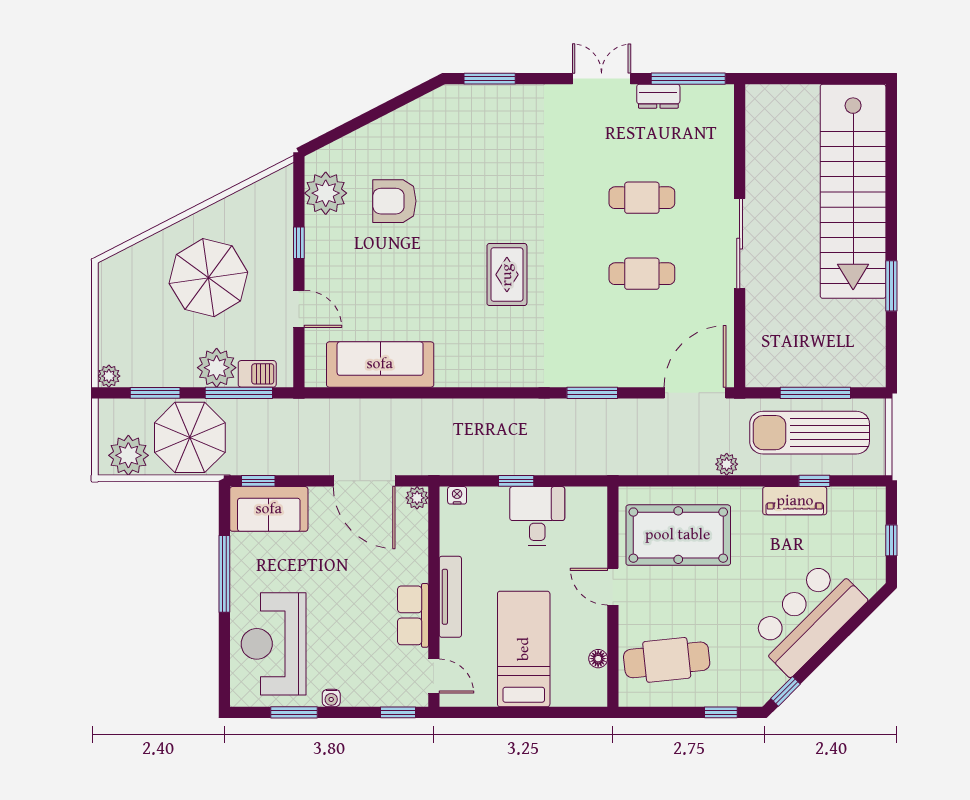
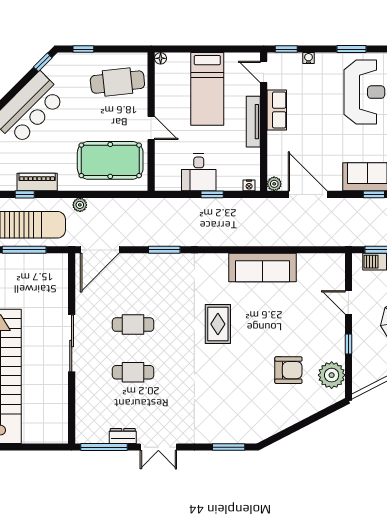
sofa: (380, 364) -> (262, 268), moved
floor lamp: (598, 659) -> (161, 58), moved
water cooler: (331, 698) -> (308, 58), moved

